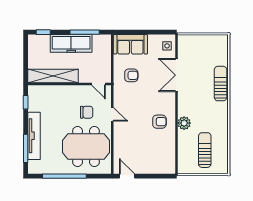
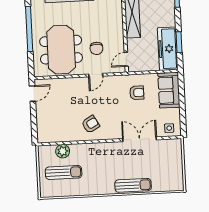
window: (85, 32) -> (179, 42), width x0.69
freezer: (71, 43) -> (168, 49), moved
armchair: (131, 75) -> (137, 93), turned -90
armchair: (159, 122) -> (91, 124), turned -119
plant: (184, 123) -> (63, 151), moved

